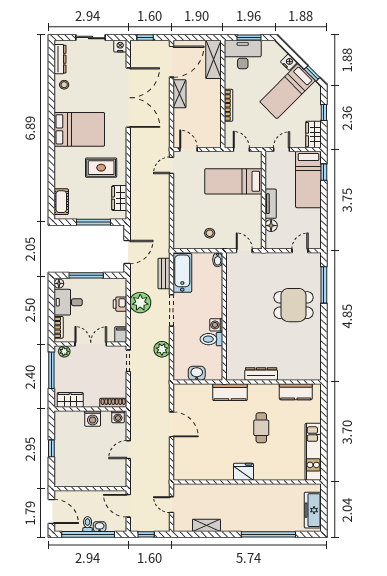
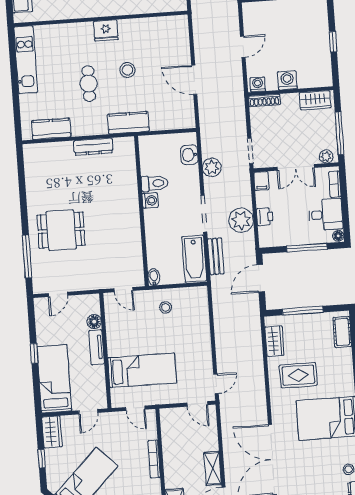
window: (324, 172) -> (34, 353), moved
washbasin: (197, 373) -> (189, 155), moved, turned 90
stool: (228, 437) -> (127, 70), added

